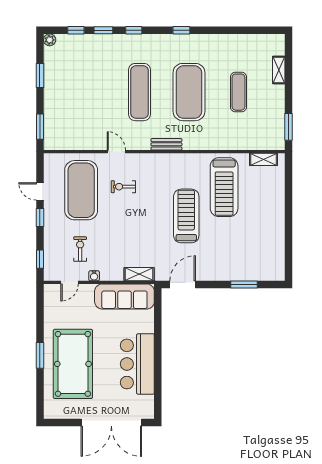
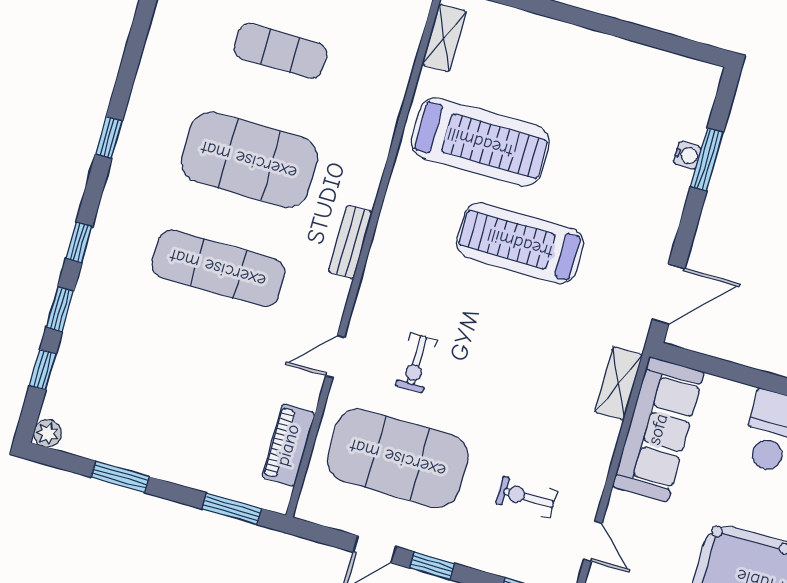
piano: (74, 143) -> (288, 445), added
water cooler: (94, 276) -> (687, 155), moved
door: (183, 285) -> (669, 294), swing flipped

